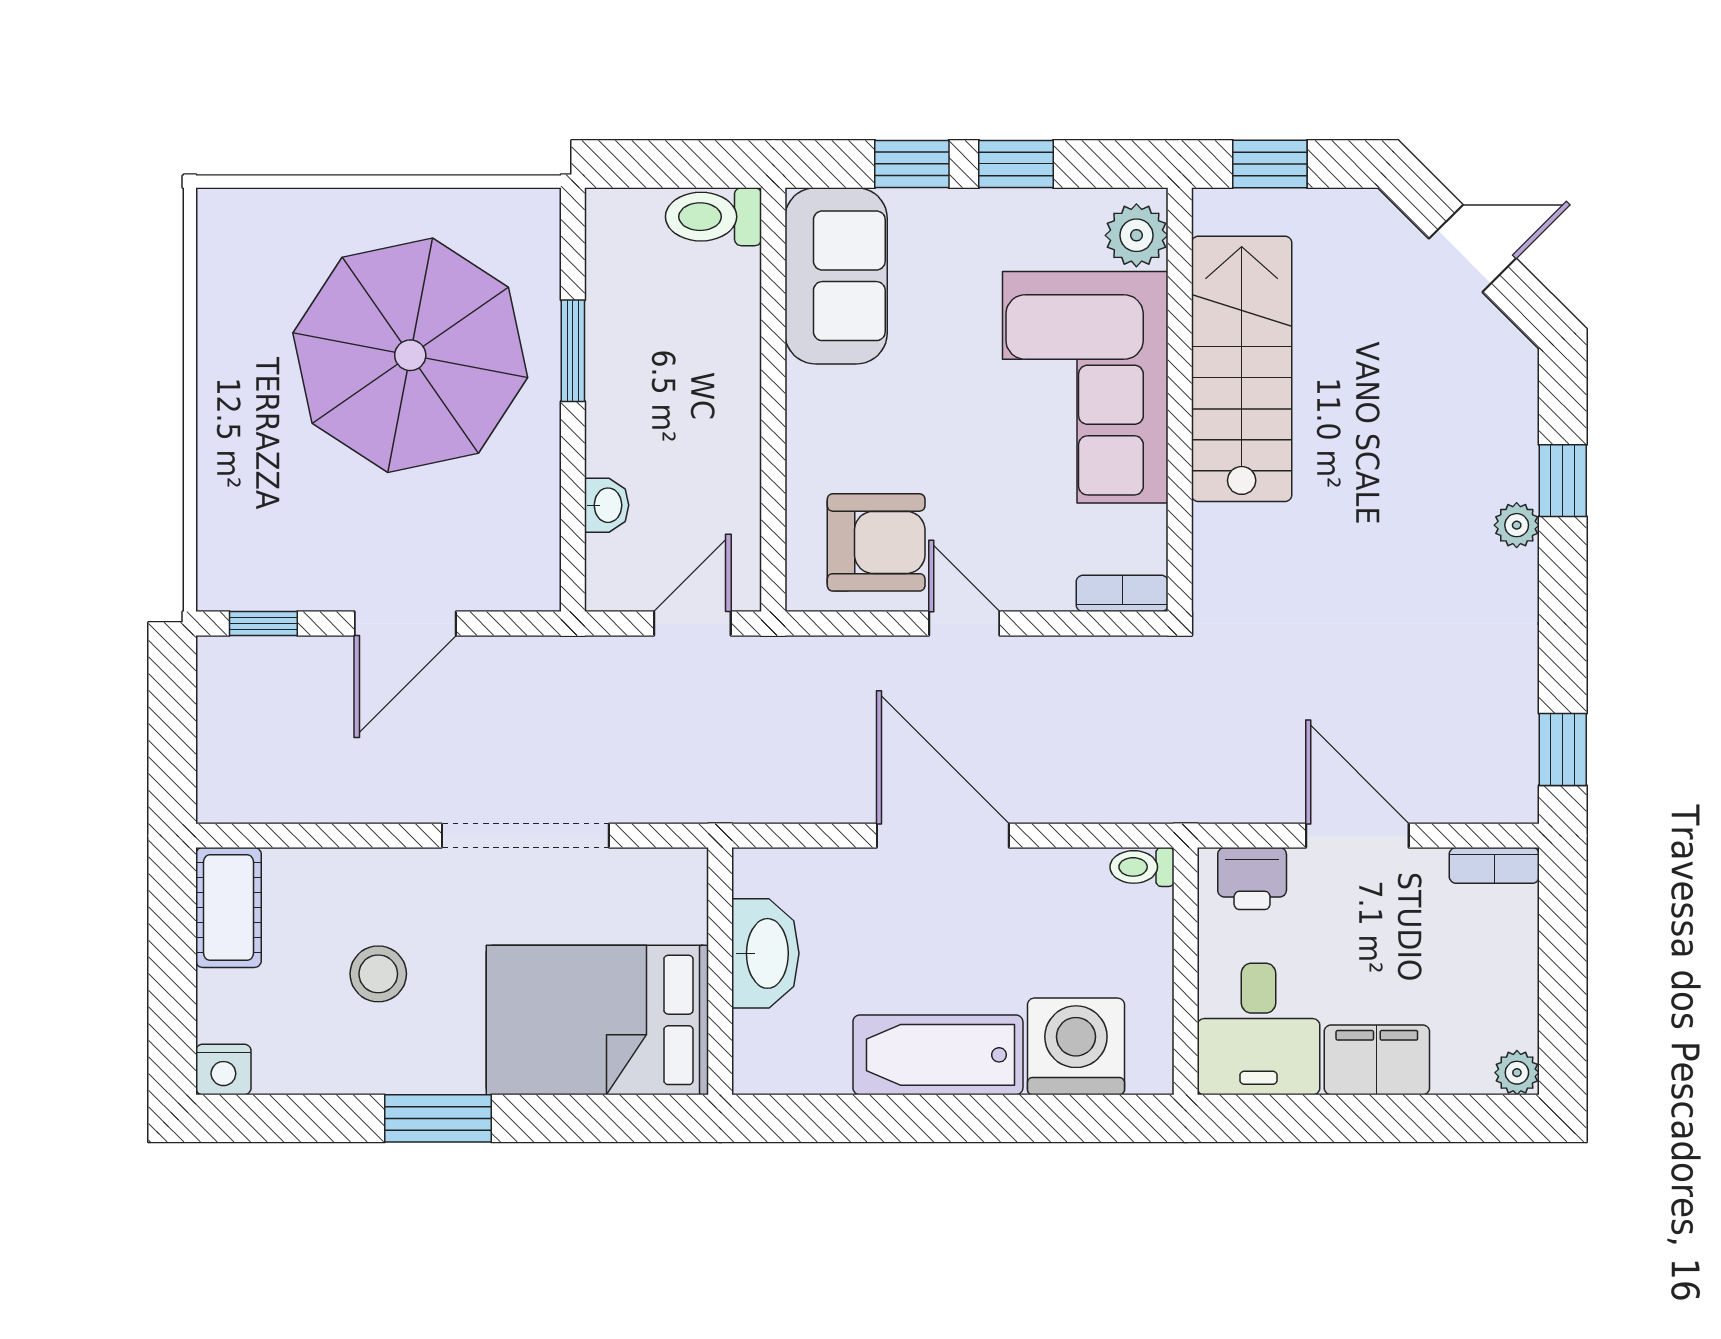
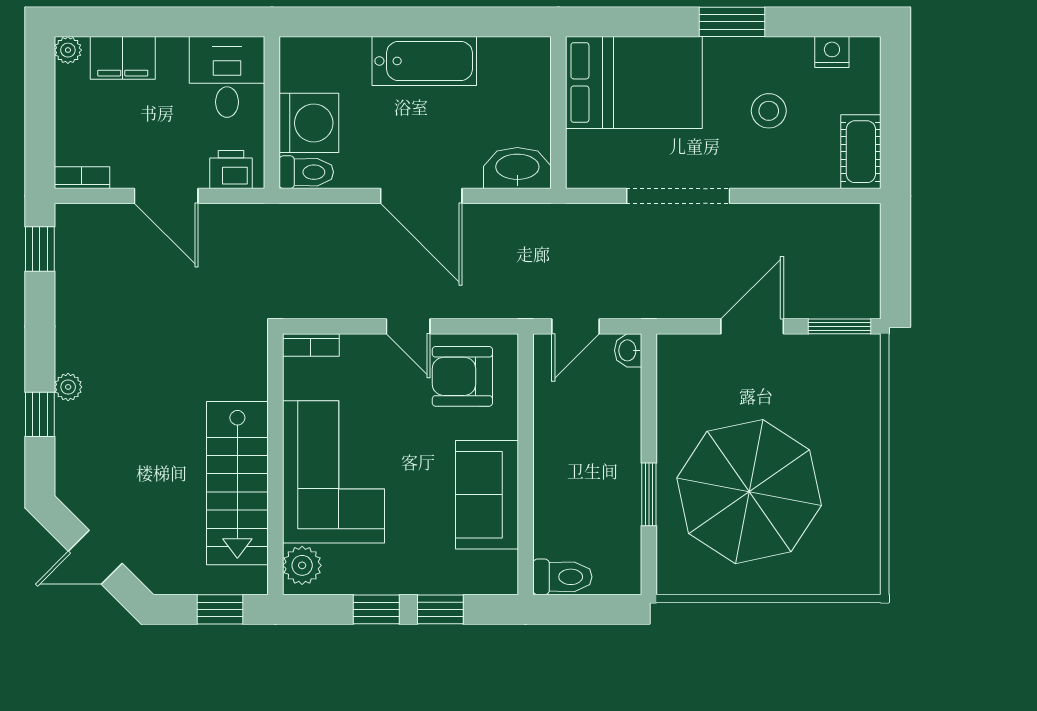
sofa: (836, 276) -> (487, 495), moved
washbasin: (607, 505) -> (628, 350), moved
window: (263, 624) -> (839, 326), width x1.50
toilet: (1142, 867) -> (306, 172), width x1.37, depth x1.39
washbasin: (765, 953) -> (517, 168), moved, turned 90
washing machine: (1076, 1046) -> (309, 123), moved, turned -90
filing cabinet: (1377, 1060) -> (123, 58), moved
nightstand: (223, 1069) -> (832, 52), moved

